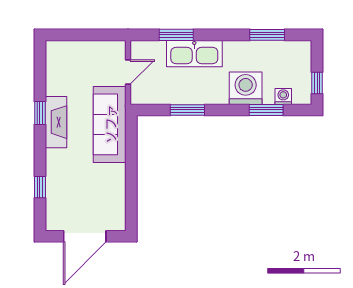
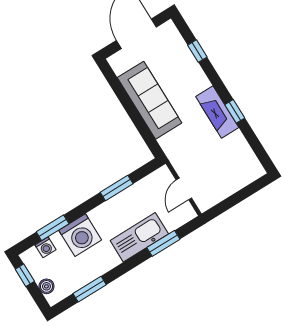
boiler: (304, 61) -> (46, 286), added
sofa: (110, 124) -> (150, 100), moved

